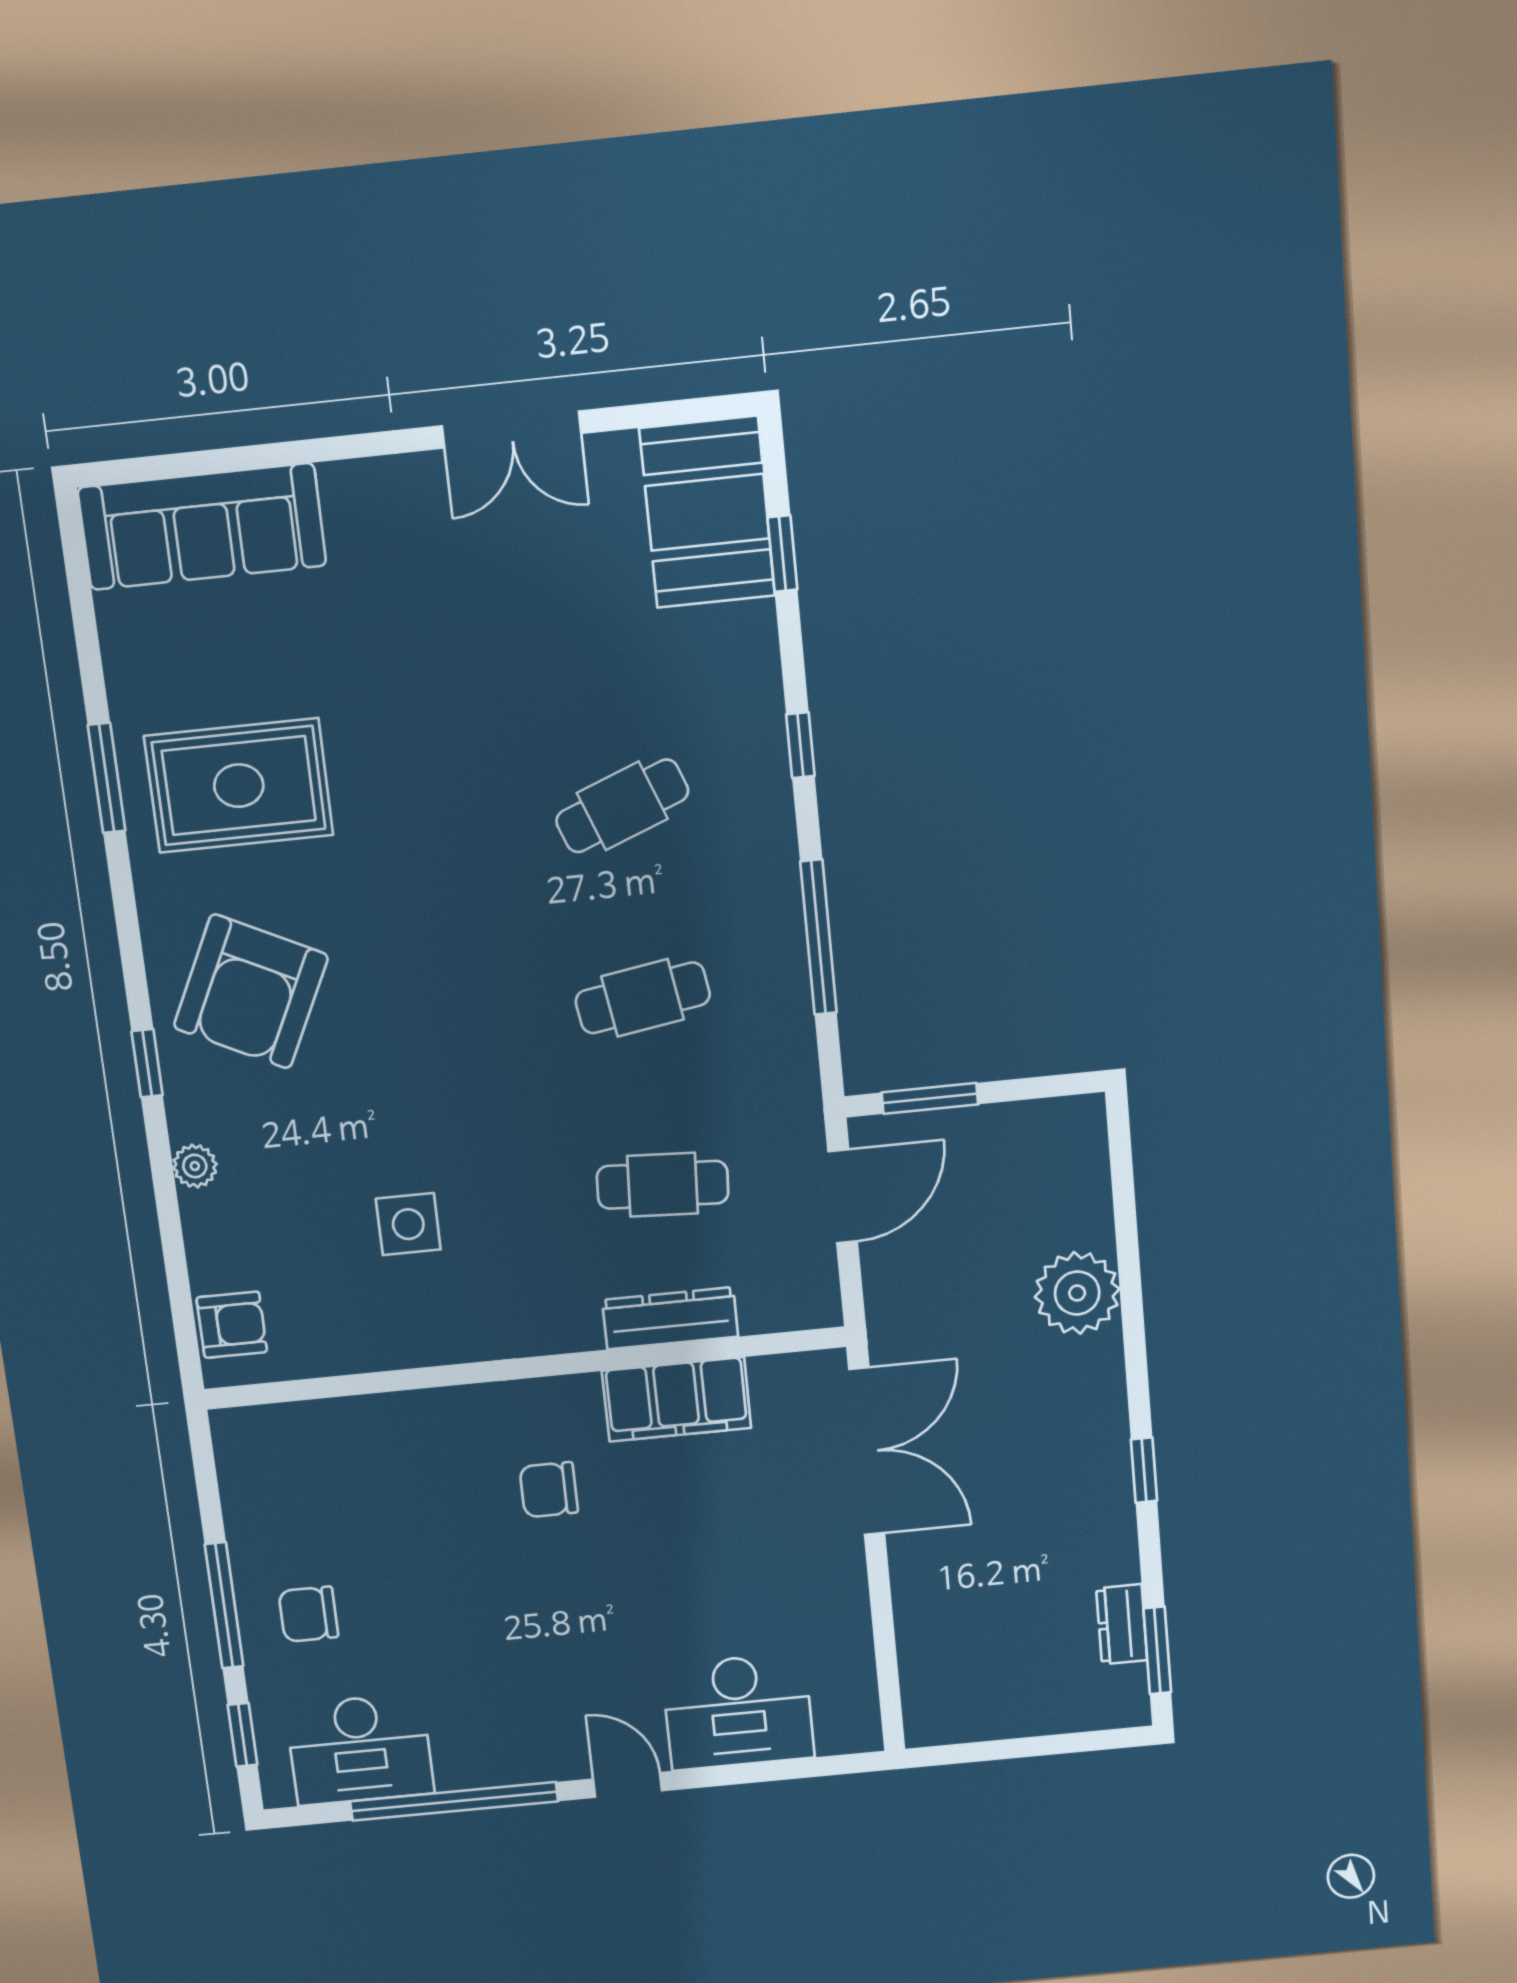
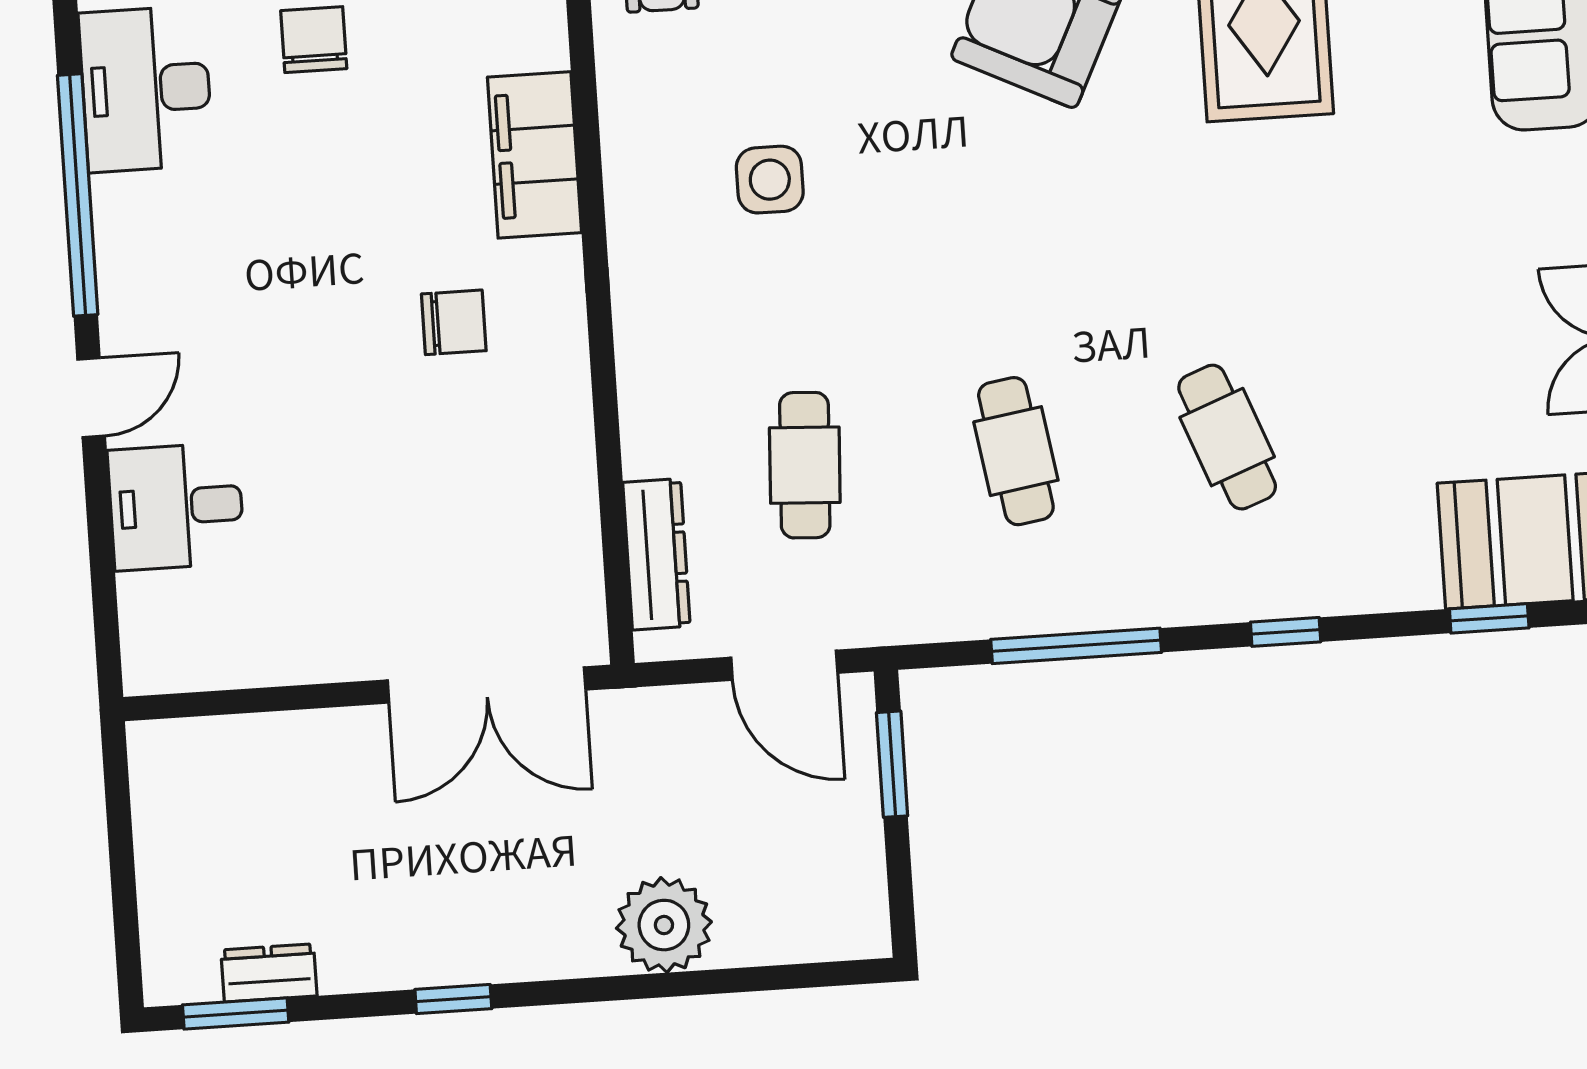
dresser: (670, 1318) -> (656, 554), moved
filing cabinet: (677, 1399) -> (534, 155), moved
chair: (549, 1490) -> (454, 322), turned 90
desk: (738, 1711) -> (176, 507), width x0.73

